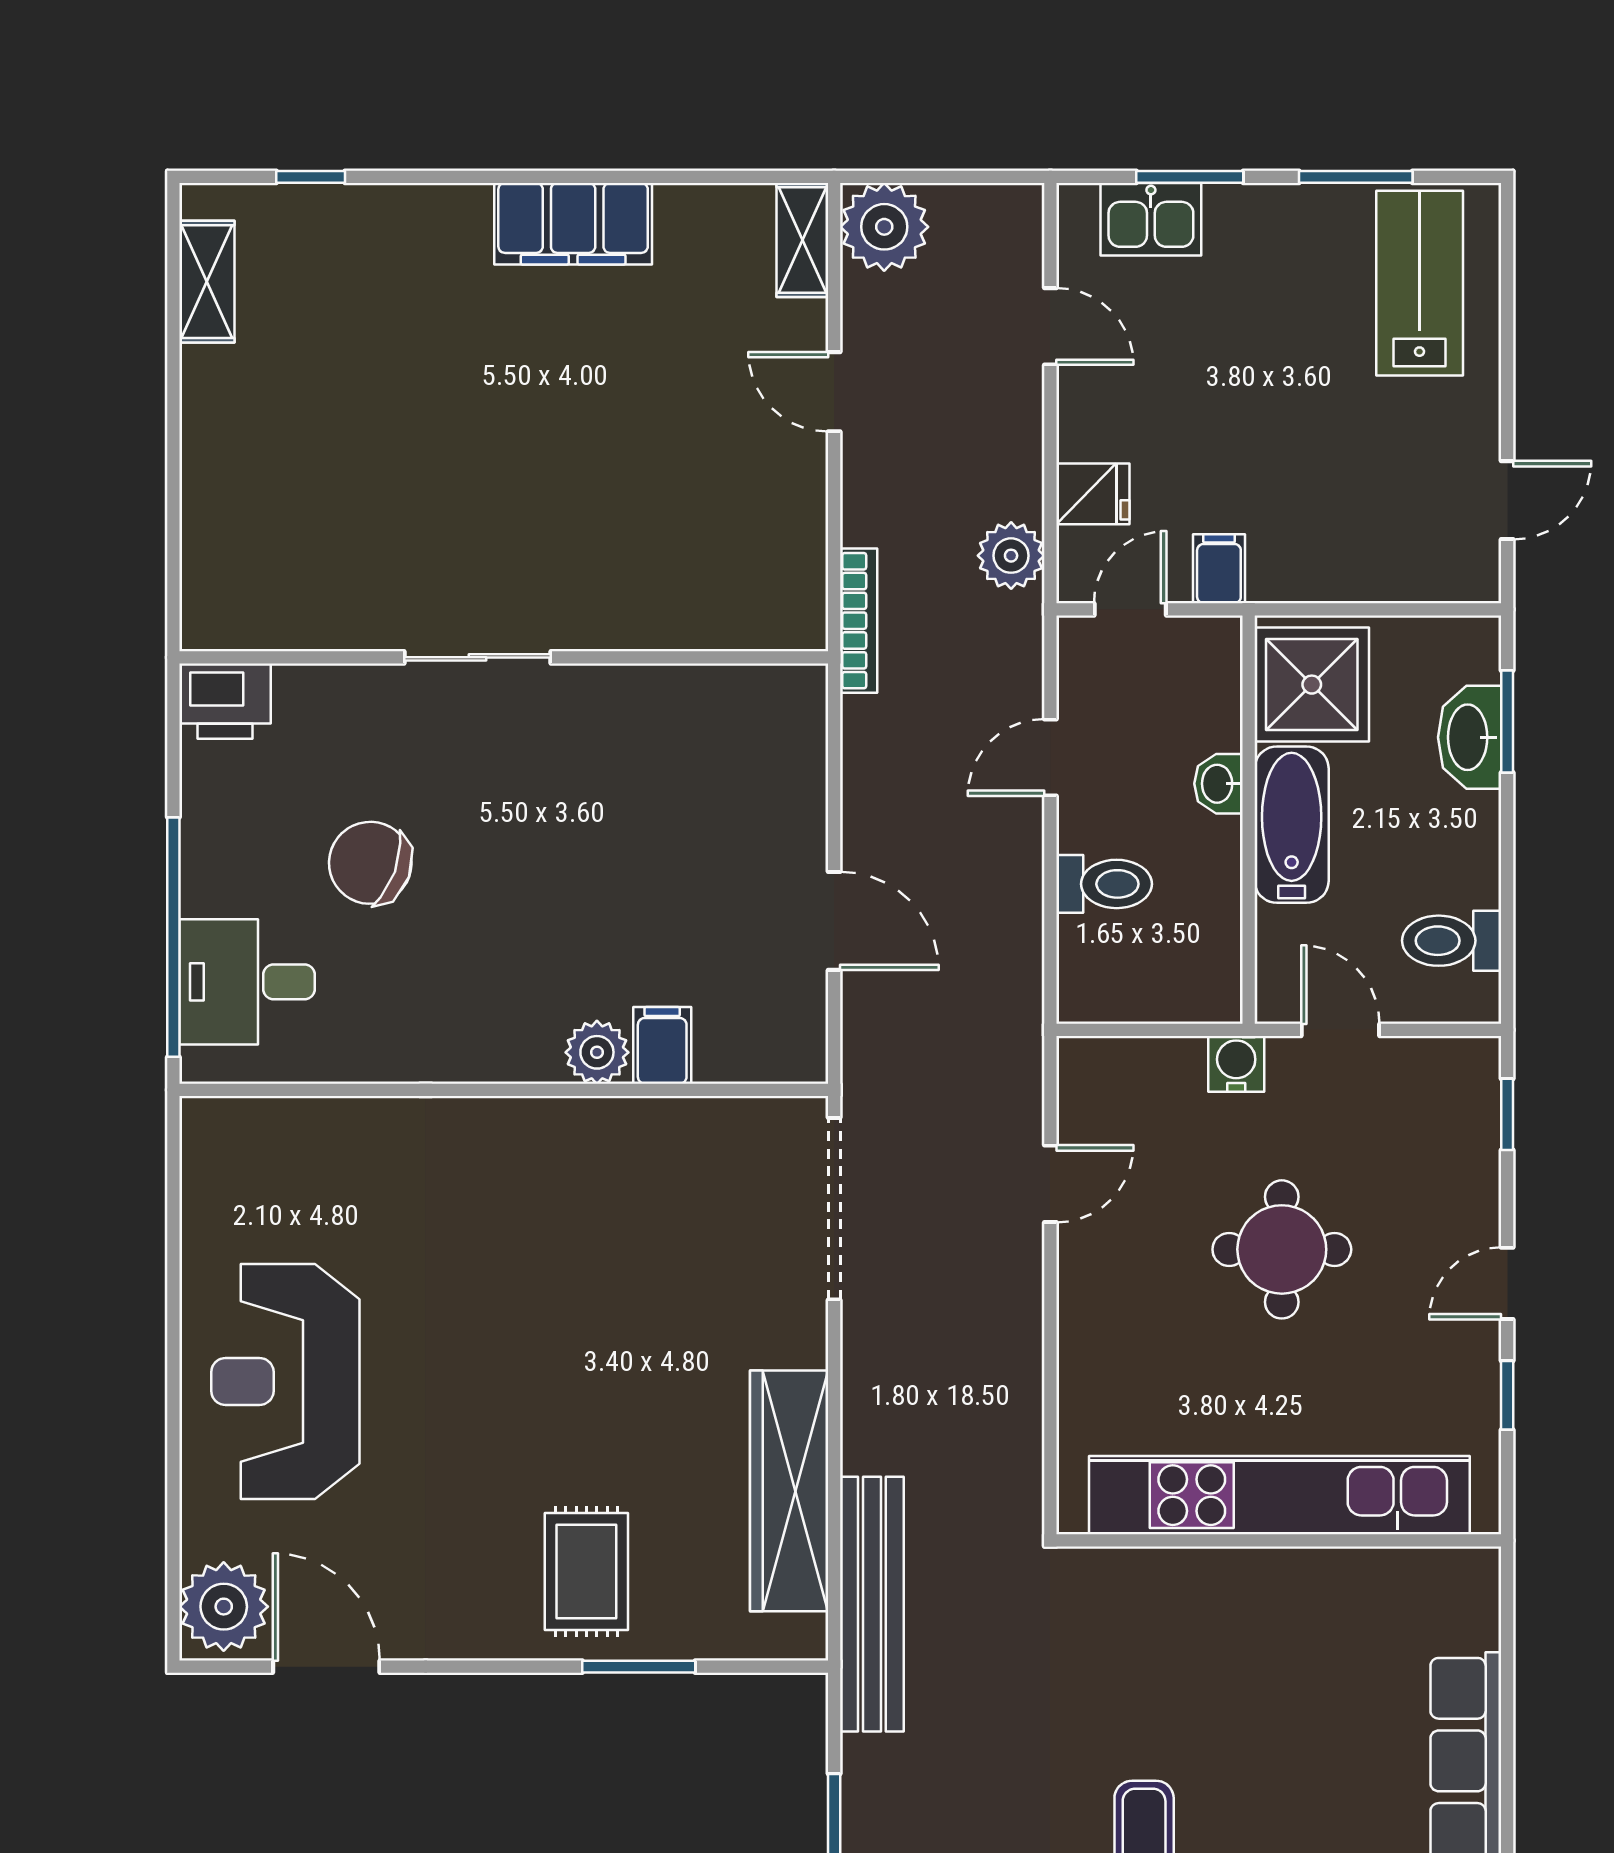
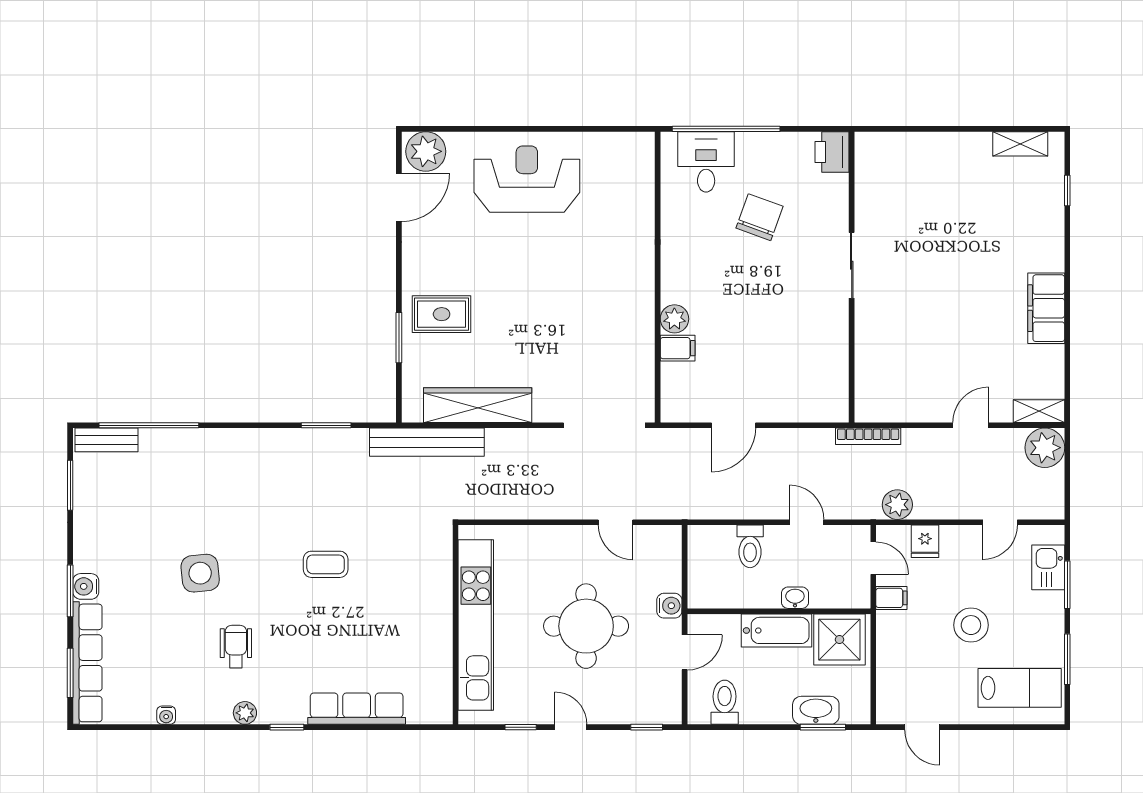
stool: (1279, 391) -> (971, 625), added
round table: (1282, 1249) -> (586, 626), width x1.36, depth x1.36

